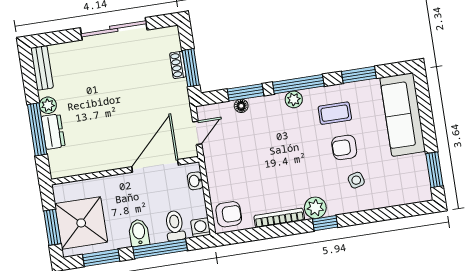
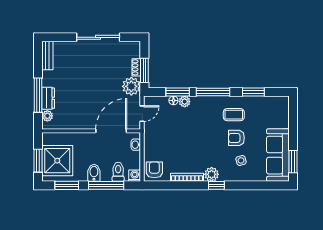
plant: (175, 94) -> (131, 86), added
plant: (294, 99) -> (185, 102), moved
plant: (48, 105) -> (47, 116), moved
sofa: (403, 115) -> (278, 155), moved
armchair: (229, 214) -> (154, 170), turned -90

